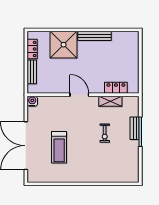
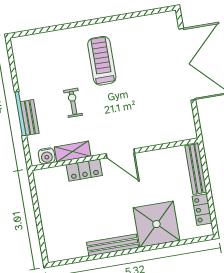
bench: (32, 72) -> (196, 169), width x1.36
locker: (116, 88) -> (84, 170), moved
water cooler: (32, 101) -> (47, 156), moved
treadmill: (59, 147) -> (102, 61), moved

